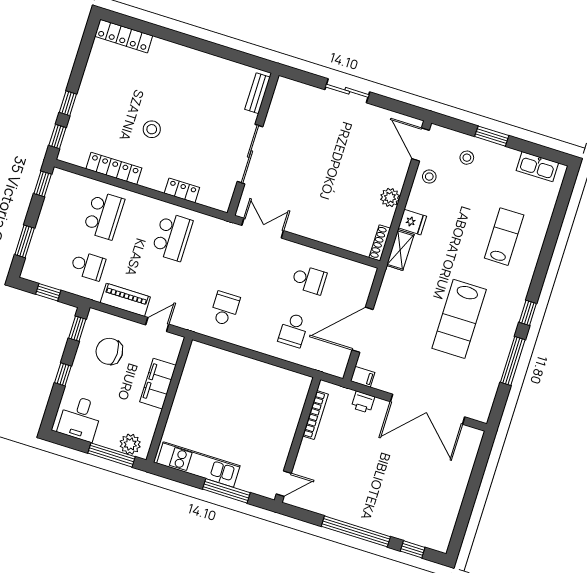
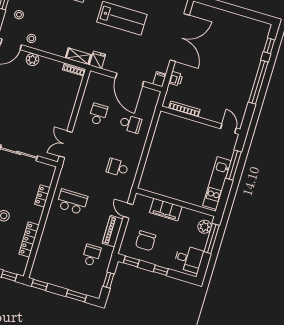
plant: (390, 197) -> (32, 60), moved
school desk: (104, 215) -> (59, 246), removed
fridge: (412, 222) -> (98, 60), moved

